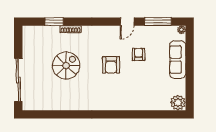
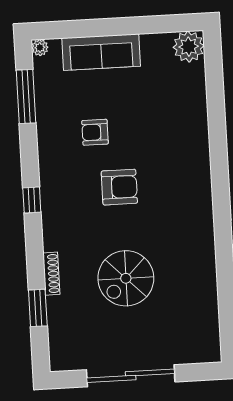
window: (107, 22) -> (32, 200), added
door: (127, 22) -> (29, 159), removed
spiral stairs: (66, 66) -> (126, 278), turned -90
sliding door: (18, 80) -> (131, 376), moved

